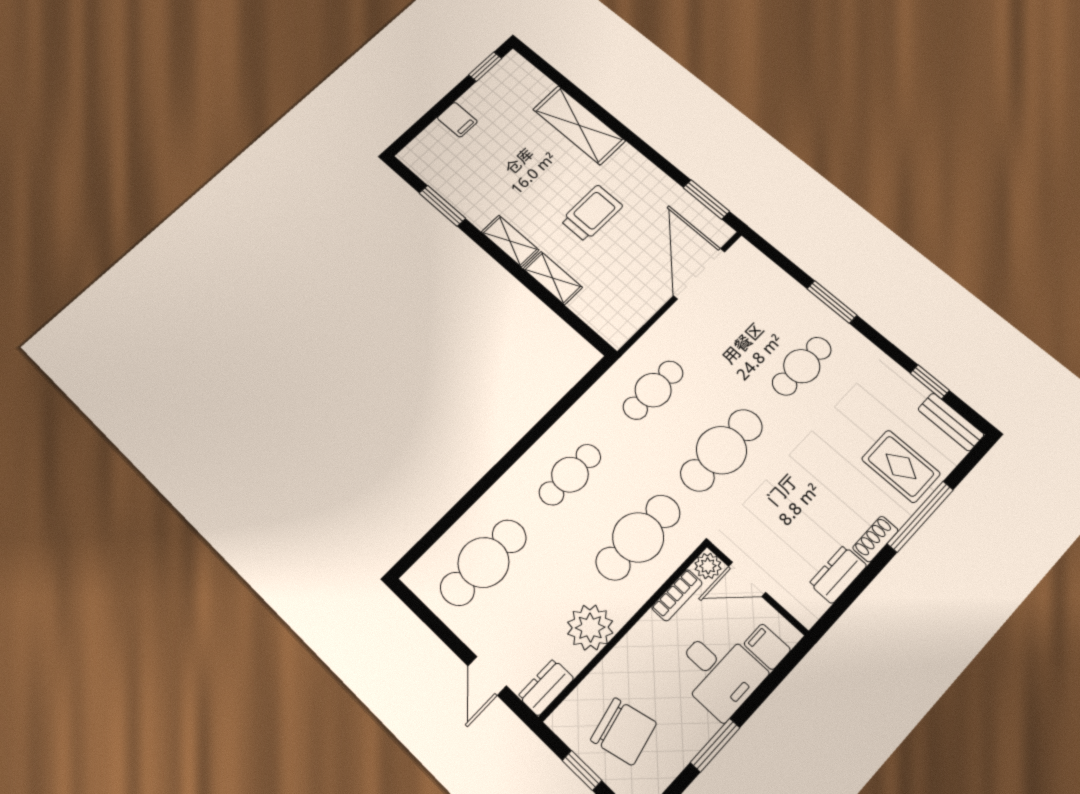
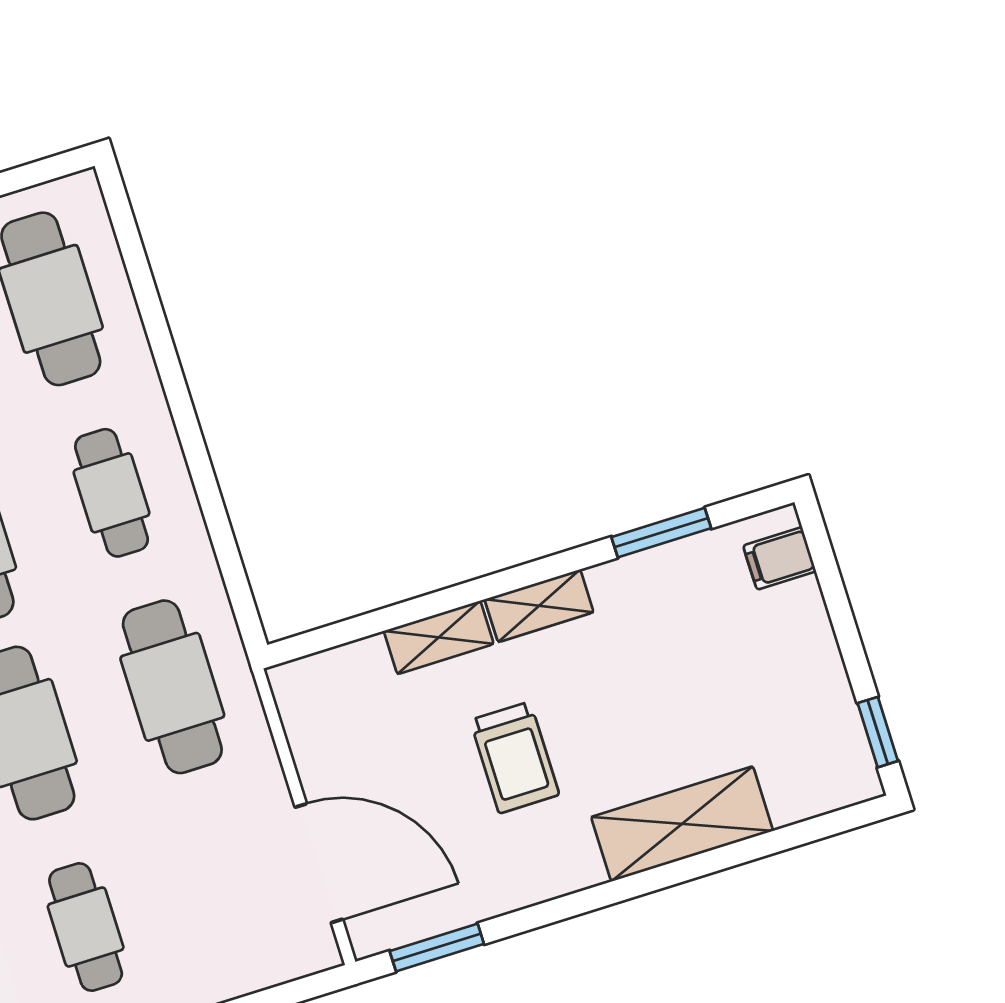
filing cabinet: (457, 120) -> (780, 558), moved
cafe table: (653, 390) -> (172, 687), width x1.37, depth x1.35

